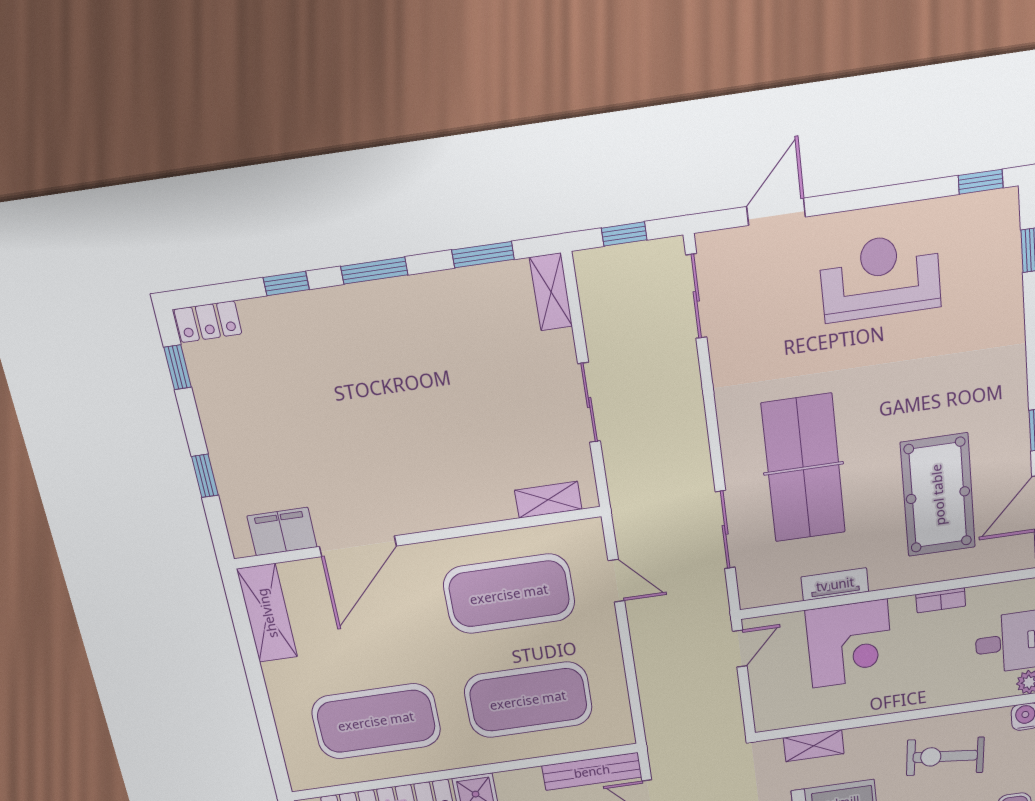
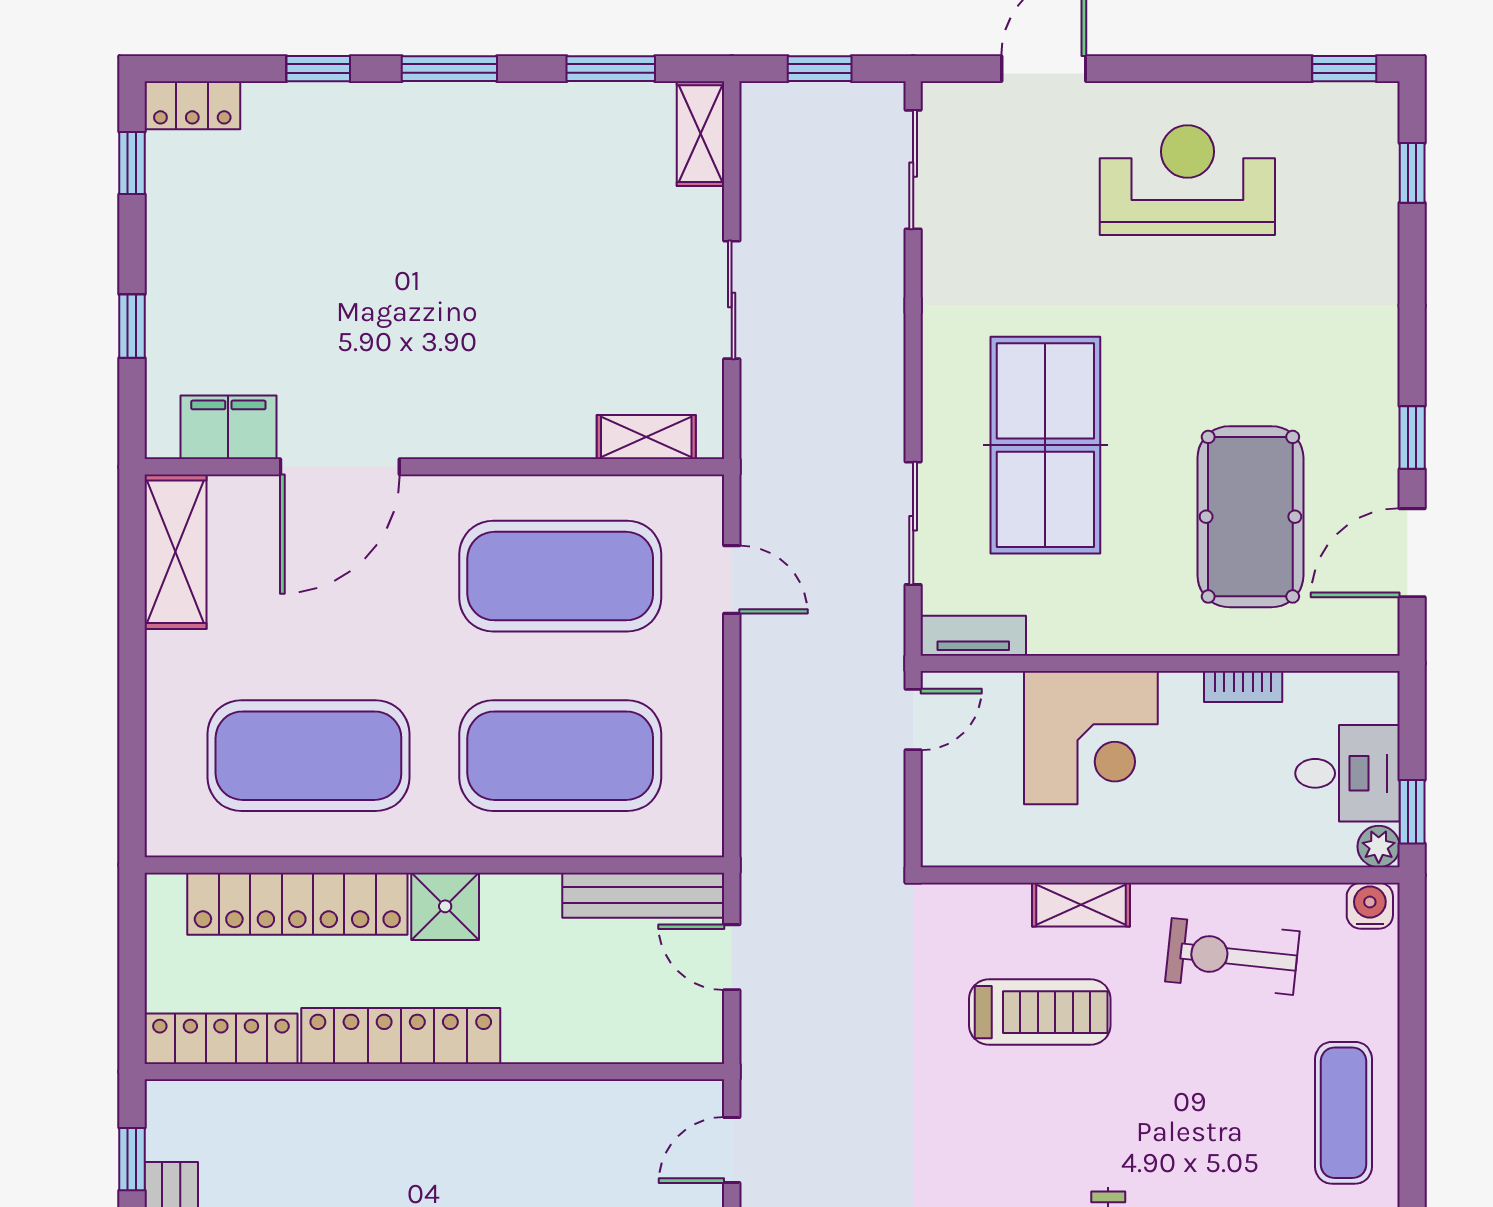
tv unit: (835, 584) -> (973, 636), moved
shelving: (814, 746) -> (1081, 905), moved

